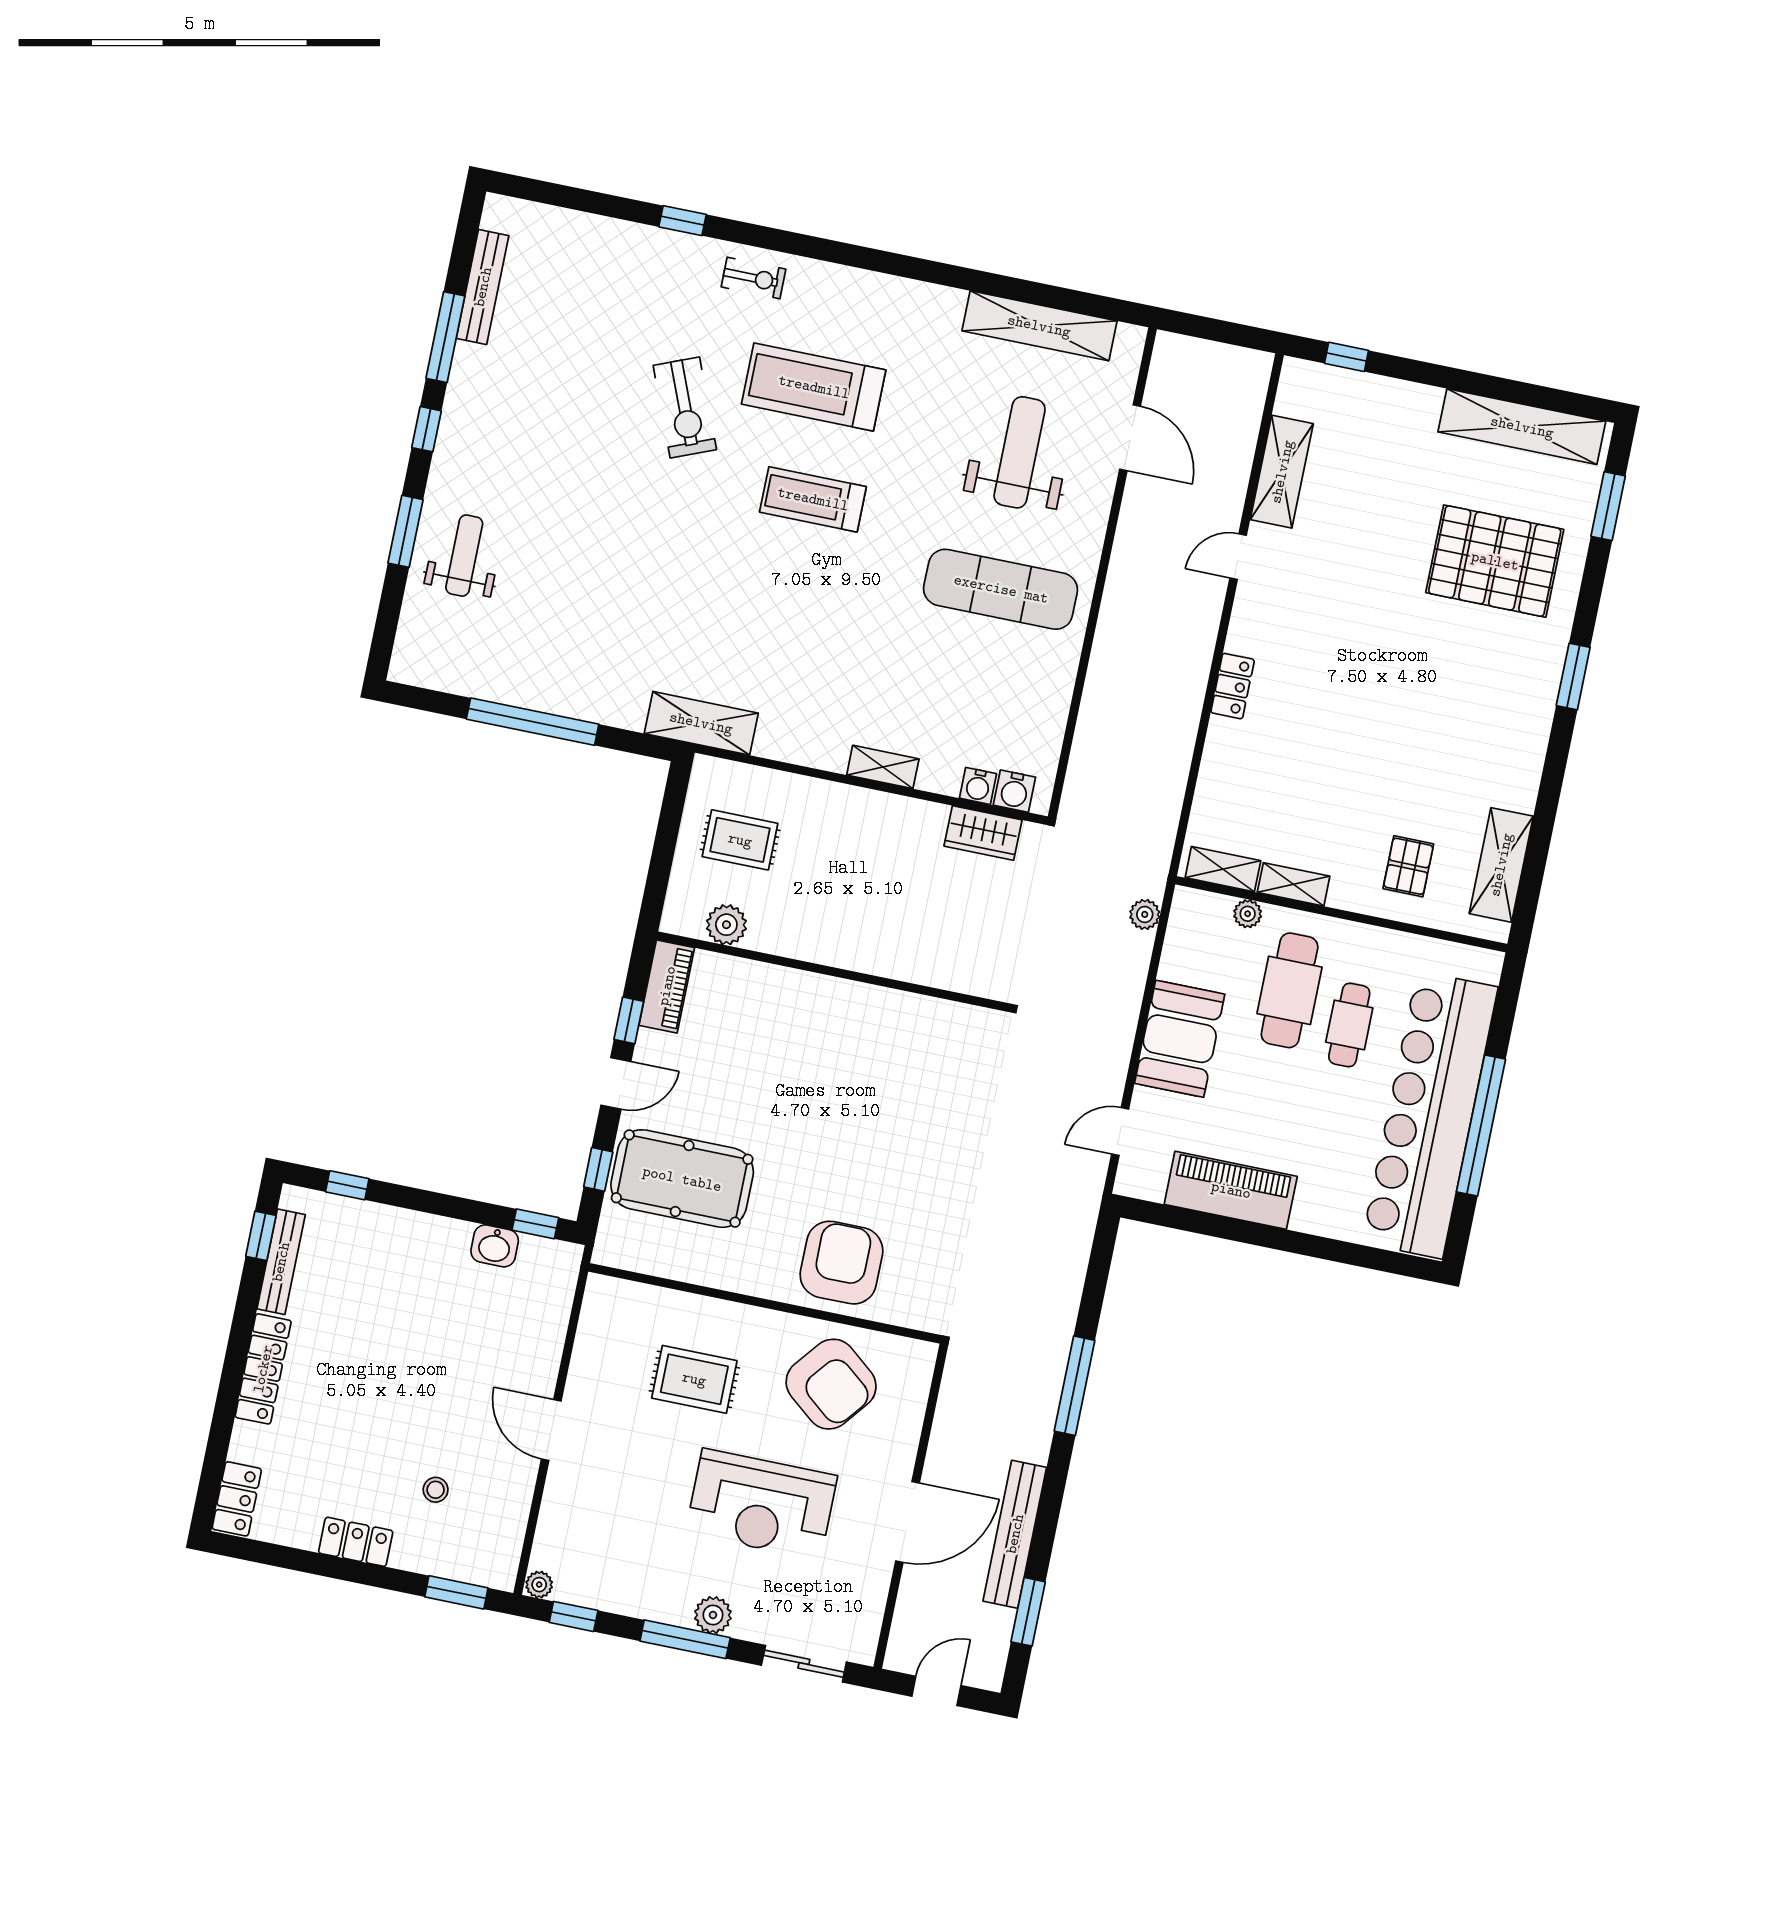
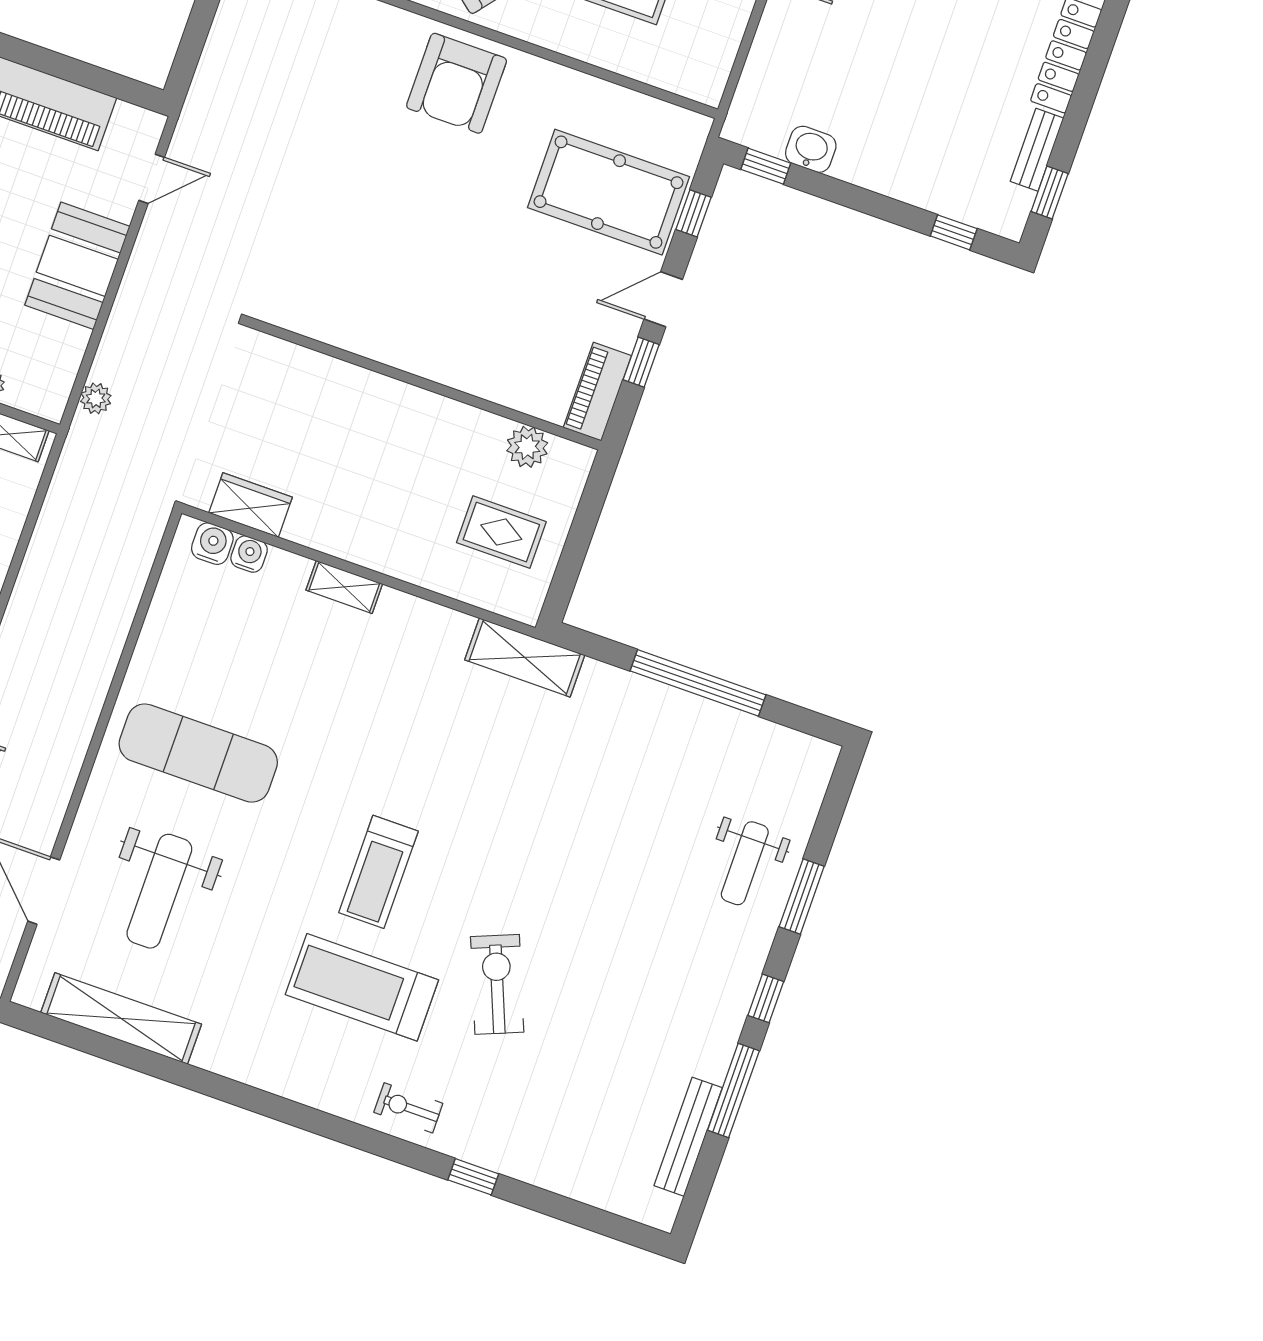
treadmill: (814, 387) -> (362, 987), turned 180
treadmill: (813, 499) -> (378, 872), turned 90
bench: (281, 1262) -> (1037, 150), width x0.73

